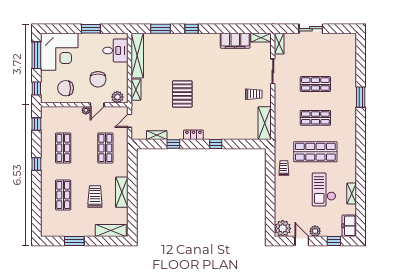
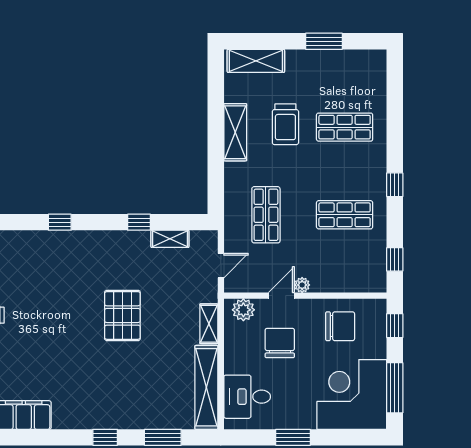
locker: (193, 135) -> (102, 239), removed
shop shelf: (63, 148) -> (345, 215), turned 90
shop shelf: (63, 195) -> (345, 127), turned 90

